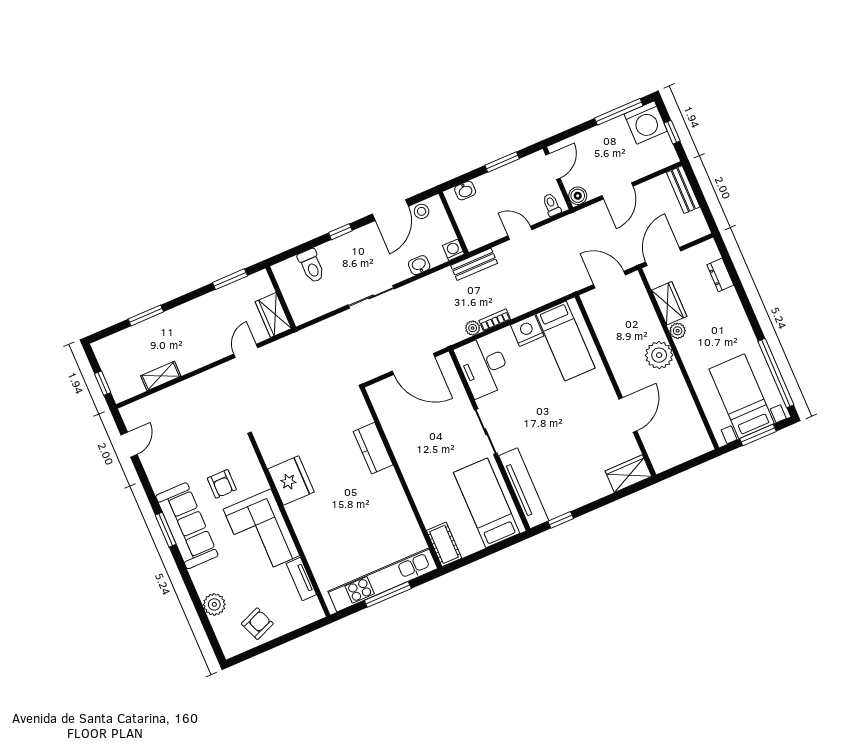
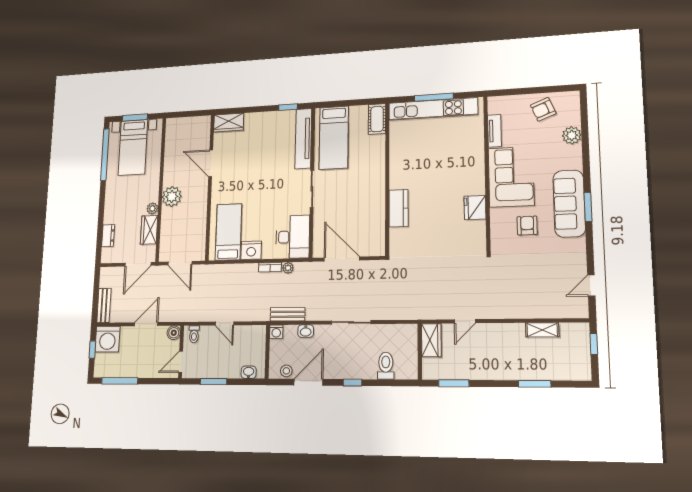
washing machine: (646, 122) -> (107, 339), moved, turned 180
bench: (474, 264) -> (288, 314), moved
door: (628, 415) -> (211, 163), hinge flipped
fridge: (291, 481) -> (475, 208), width x0.73, depth x0.75

